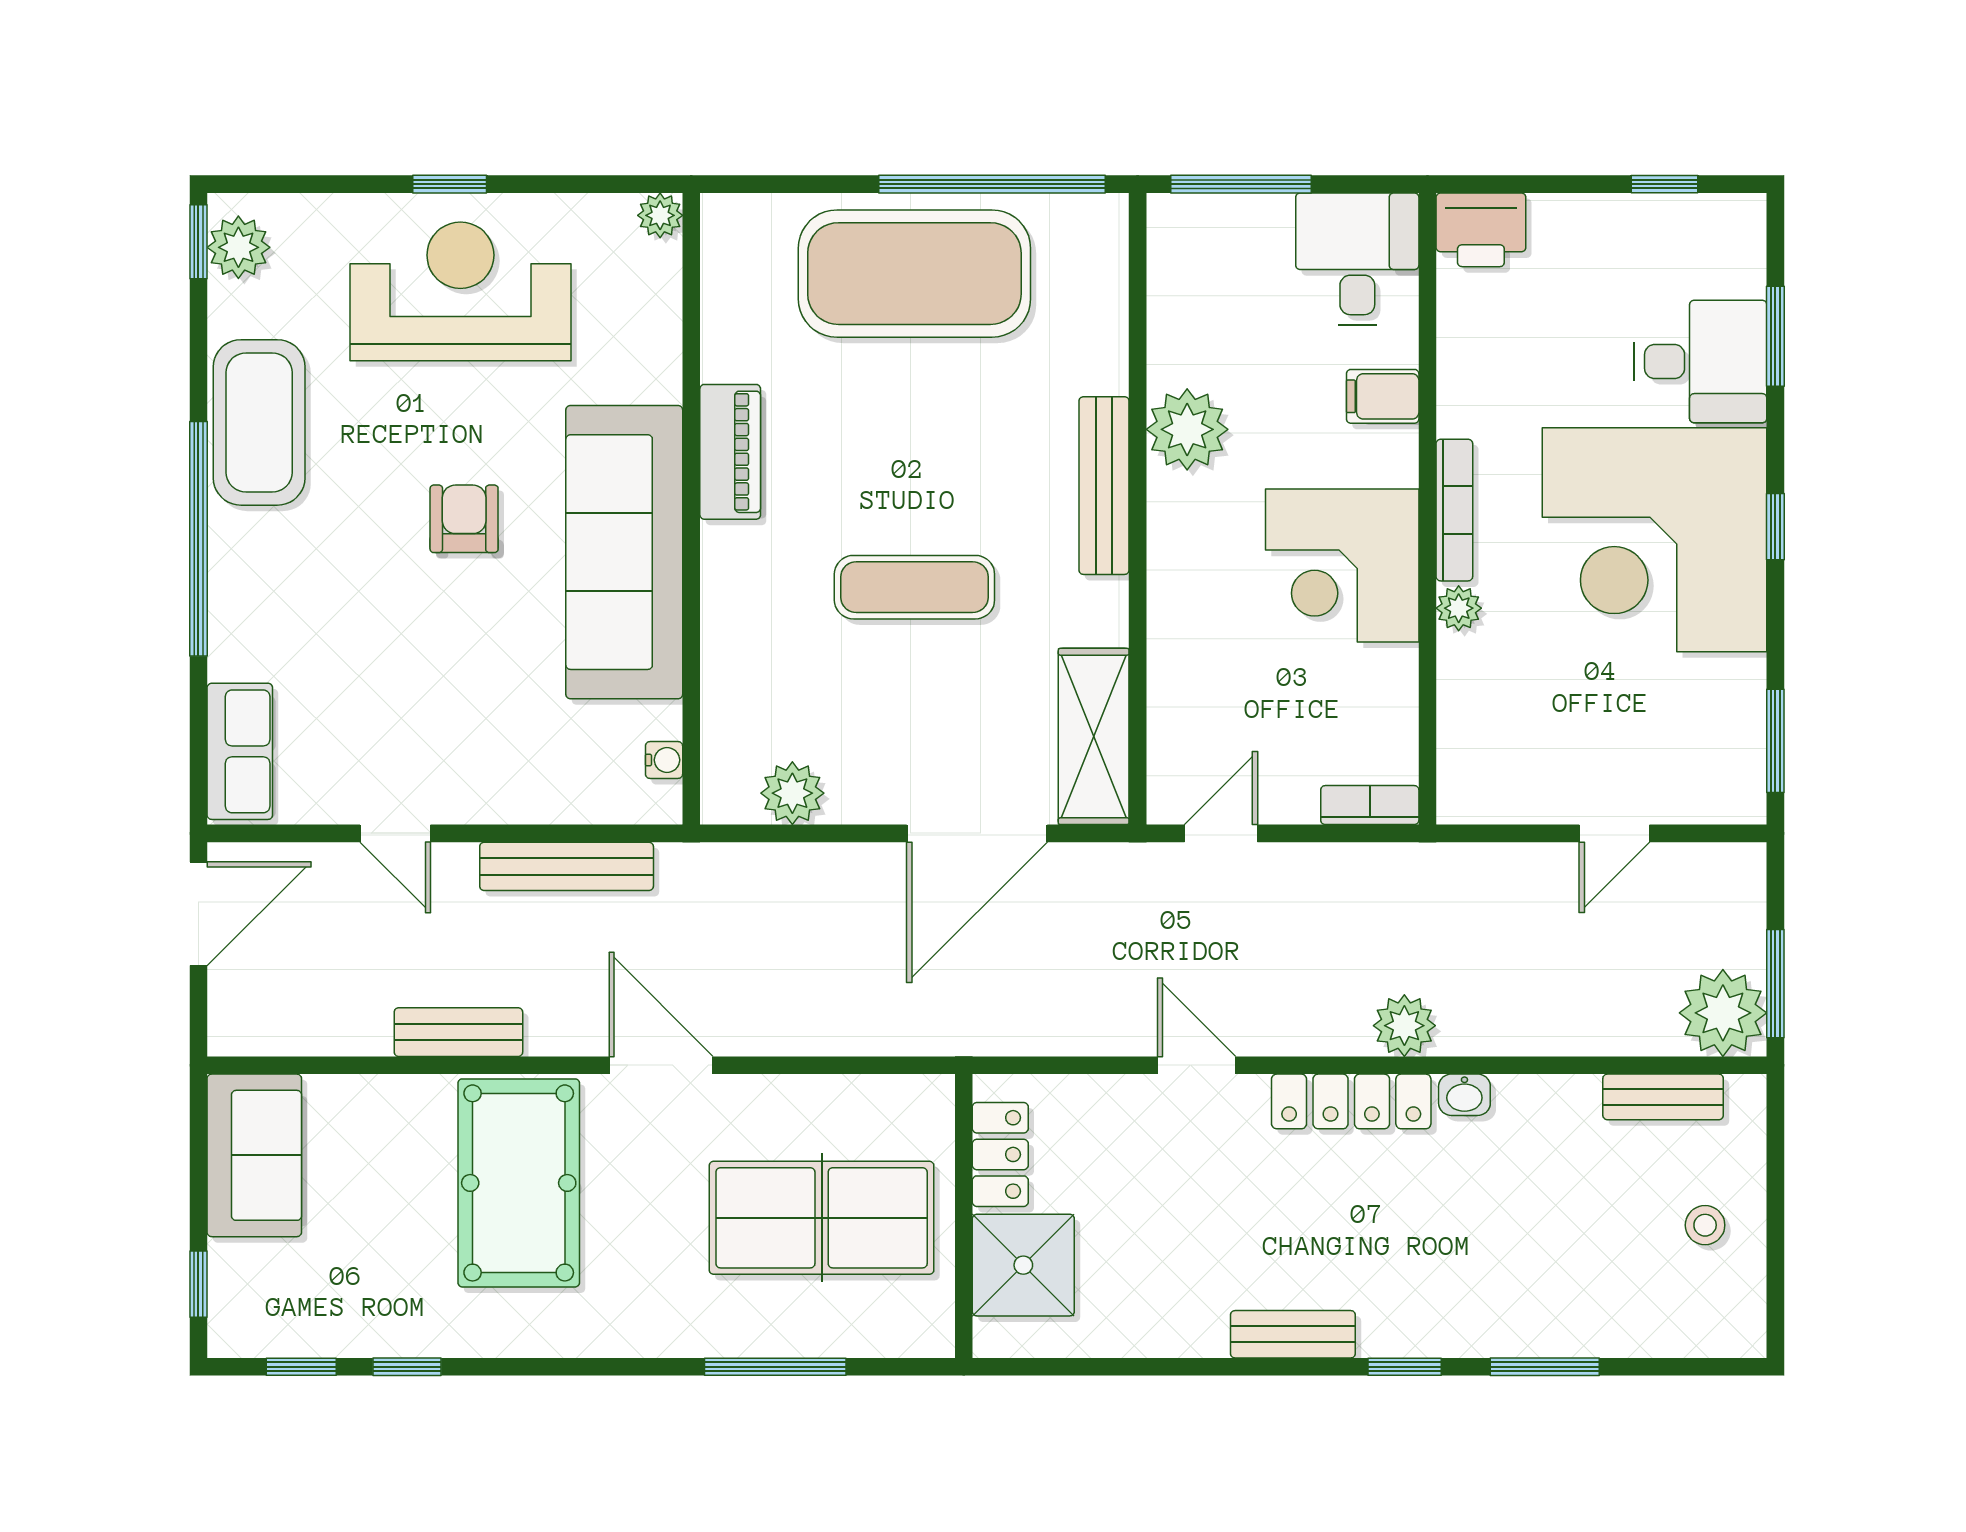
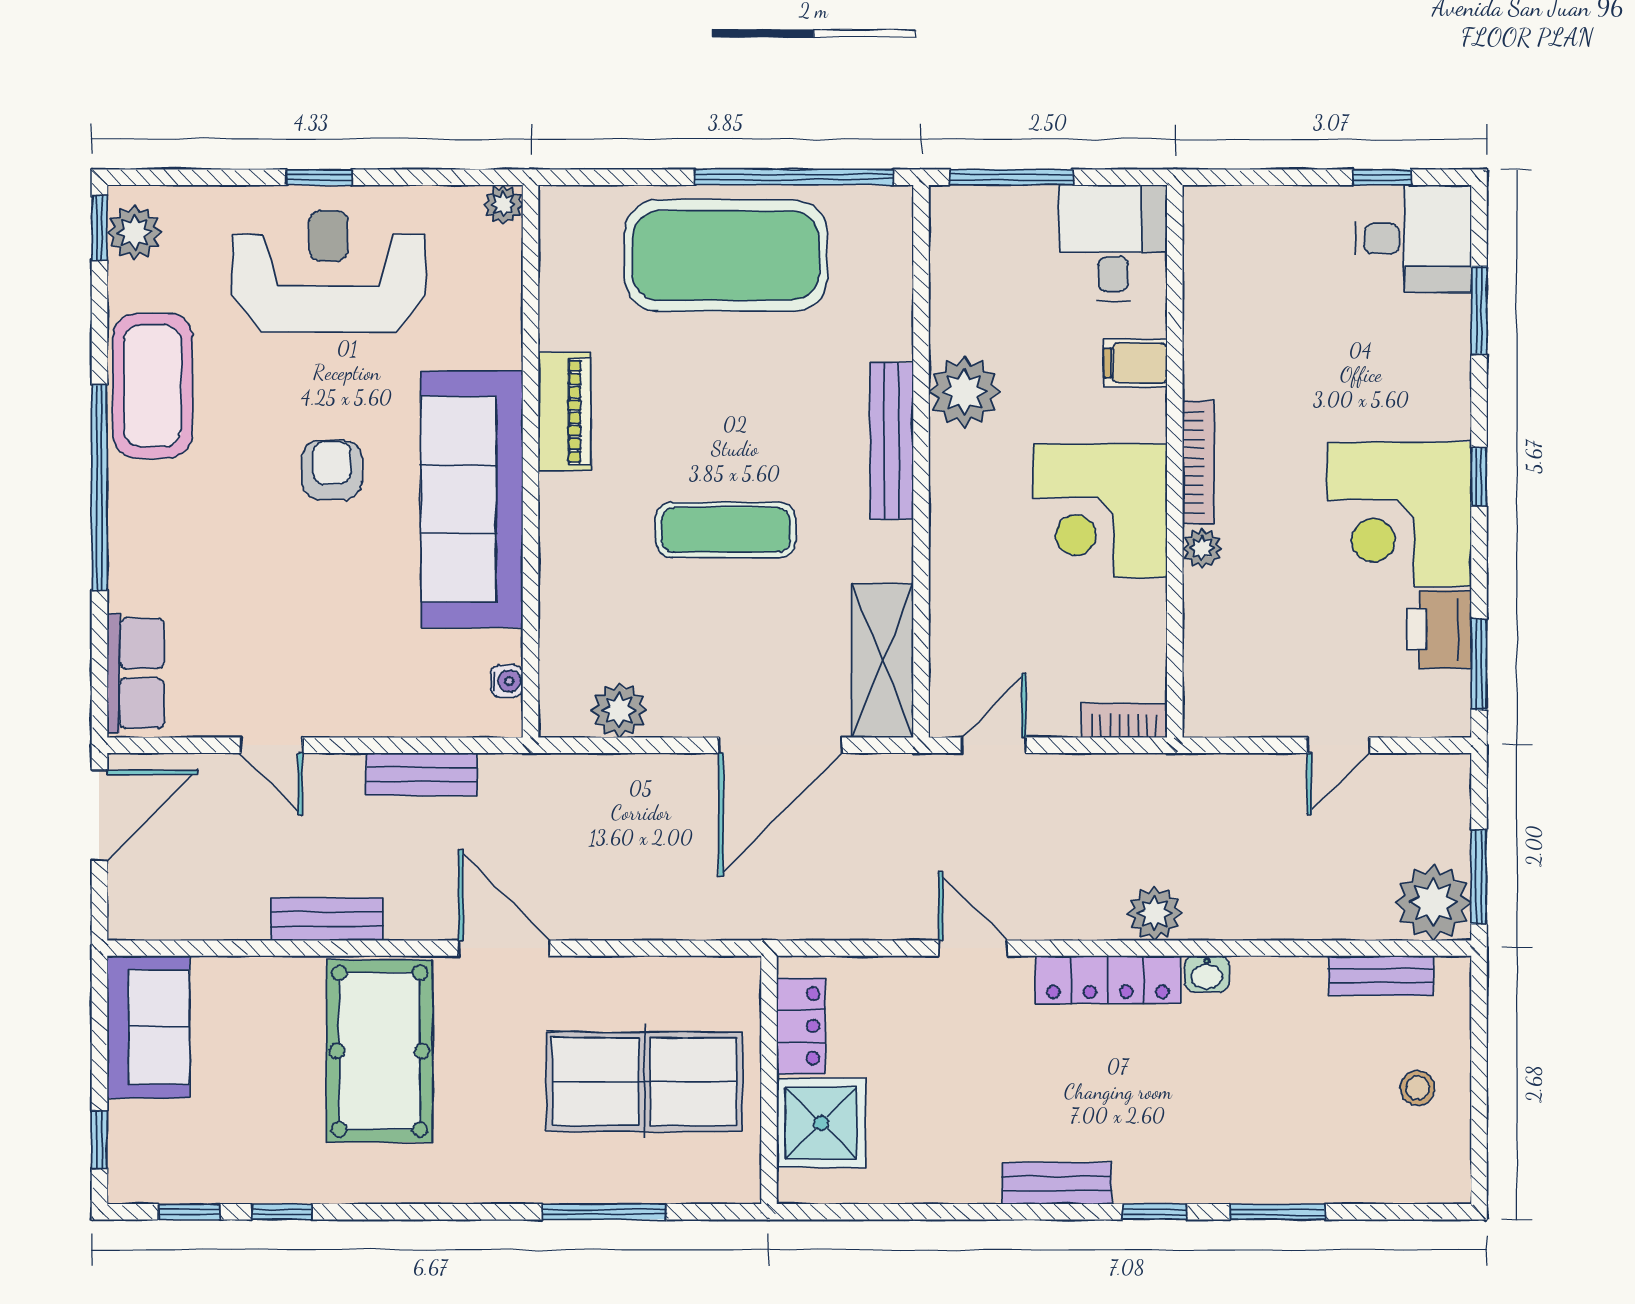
printer: (1481, 230) -> (1439, 630), moved, turned 90
desk: (1700, 361) -> (1413, 239), moved
corner desk: (1655, 540) -> (1399, 514), width x0.74, depth x0.74
bench: (567, 866) -> (421, 774), width x0.73

